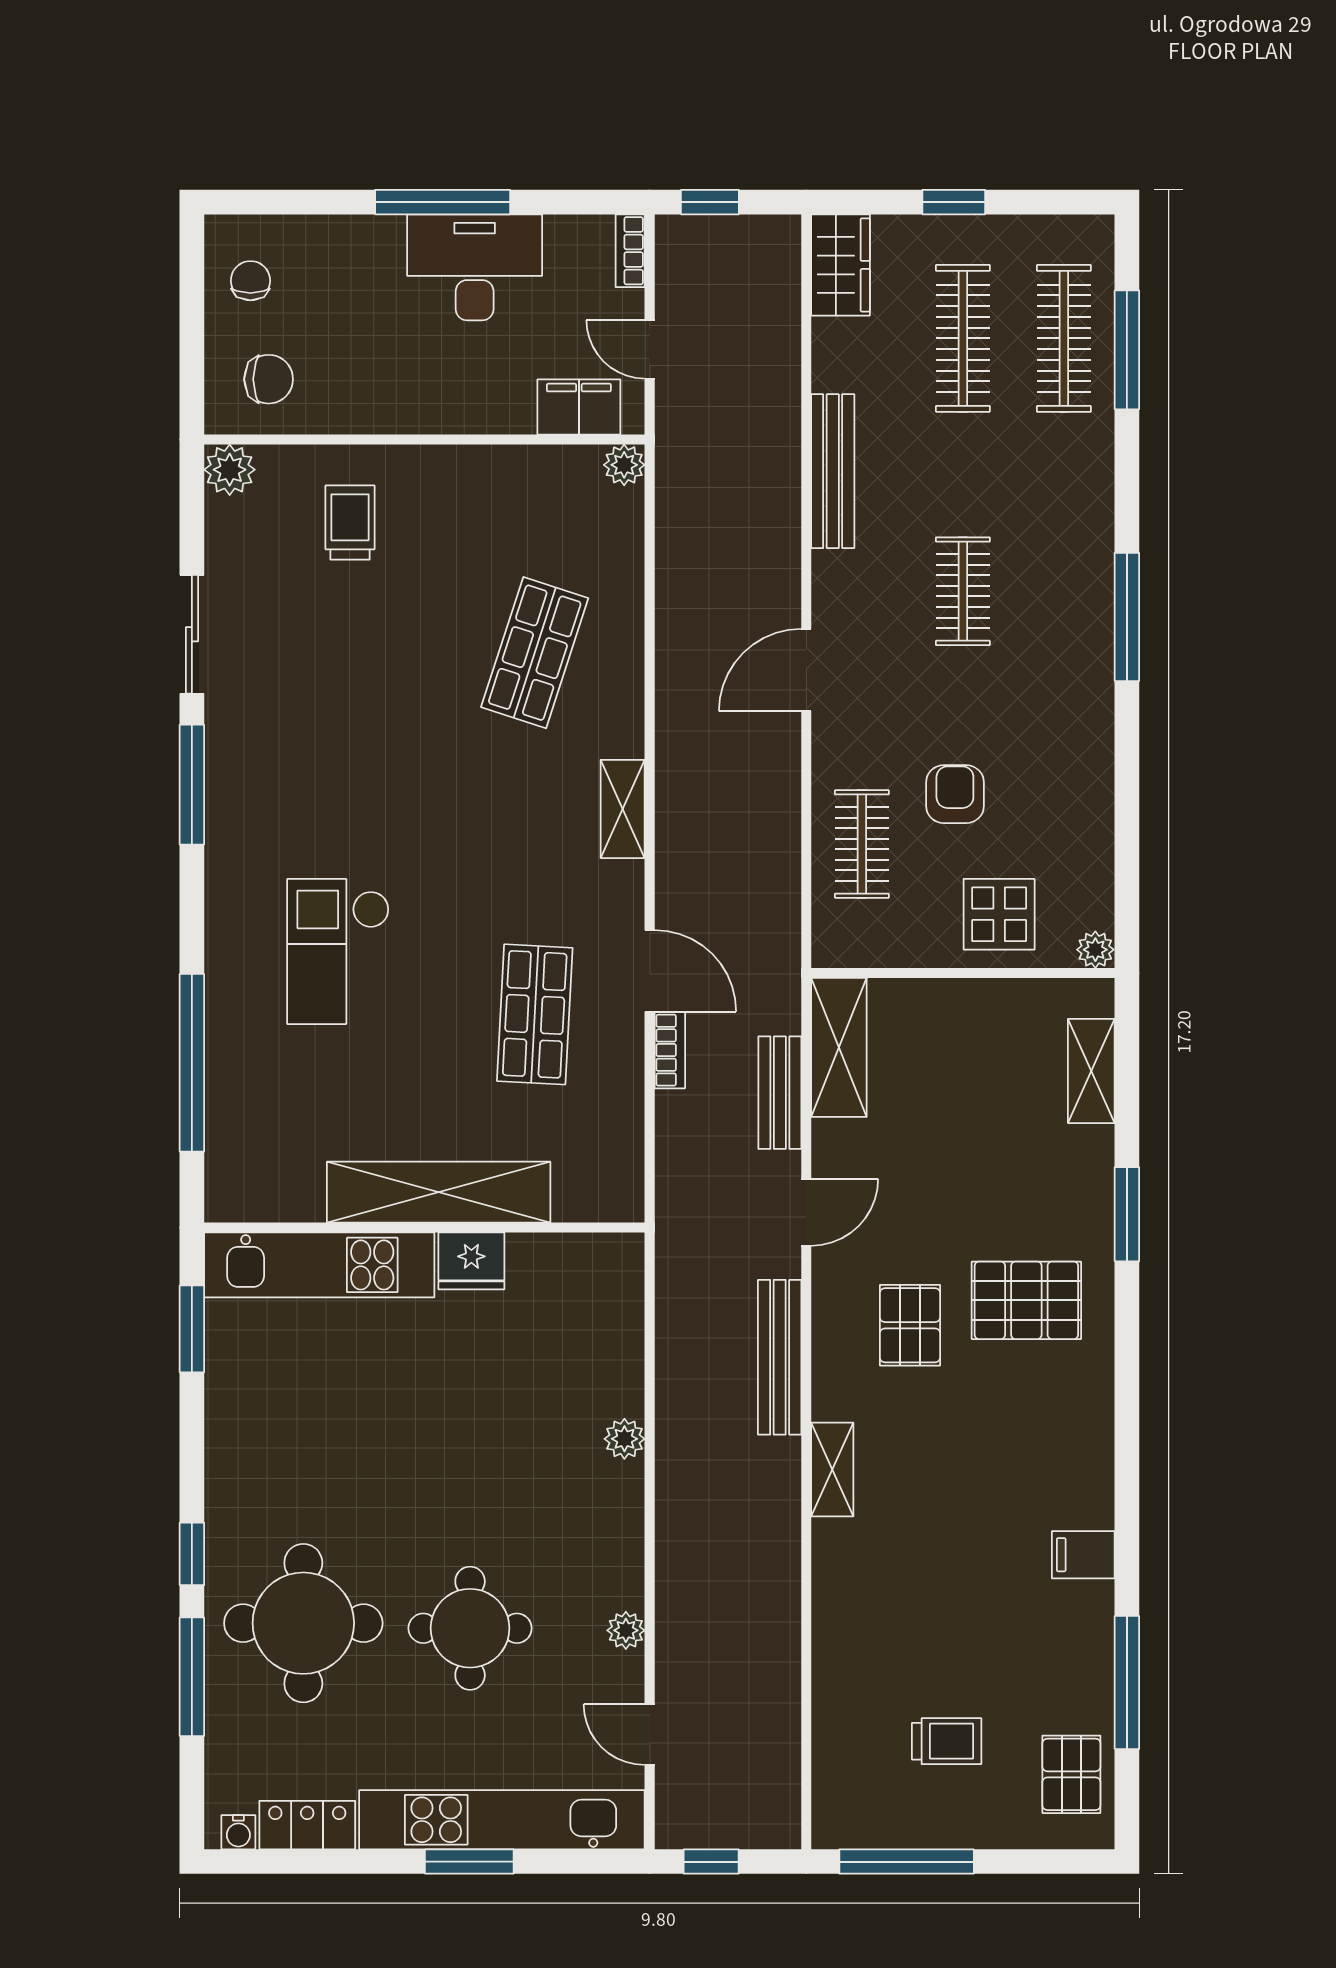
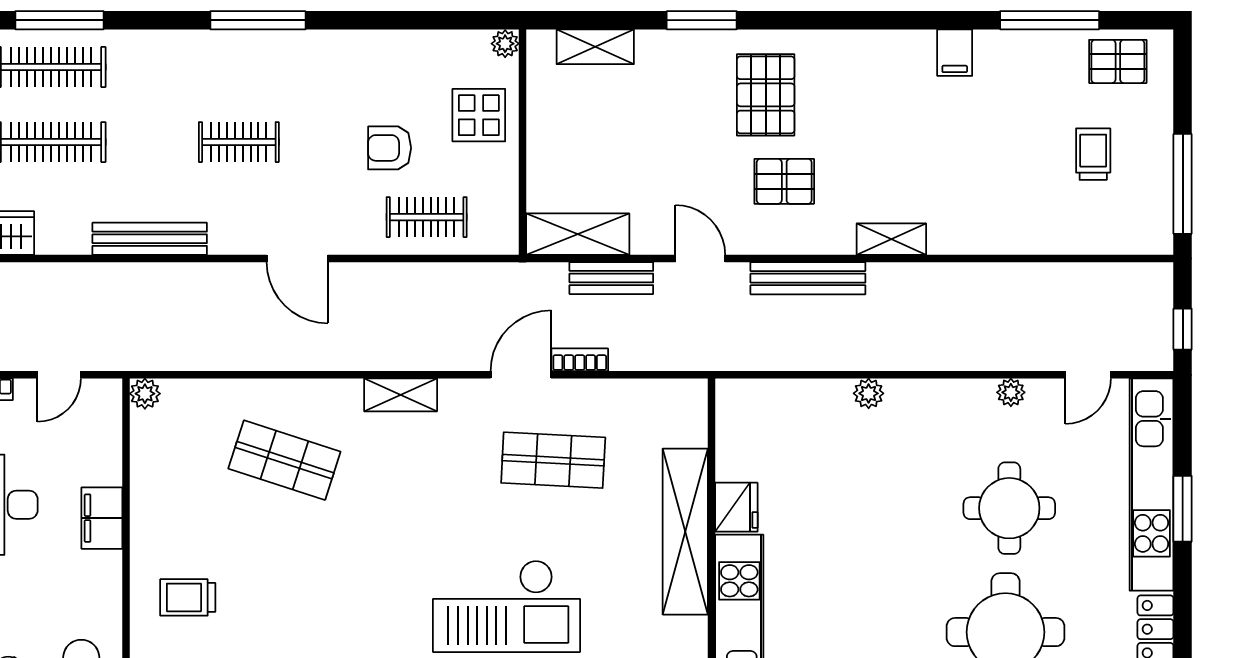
filing cabinet: (579, 407) -> (102, 518), moved
checkout: (338, 952) -> (507, 606), width x1.36, depth x1.21

